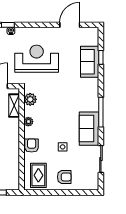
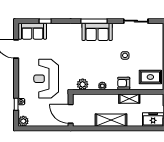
sofa: (90, 62) -> (33, 31), moved
shelving: (14, 106) -> (129, 99), moved
sofa: (89, 129) -> (97, 32), moved
armchair: (64, 177) -> (152, 54), removed

